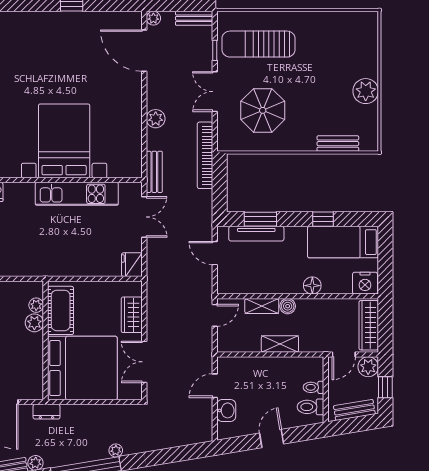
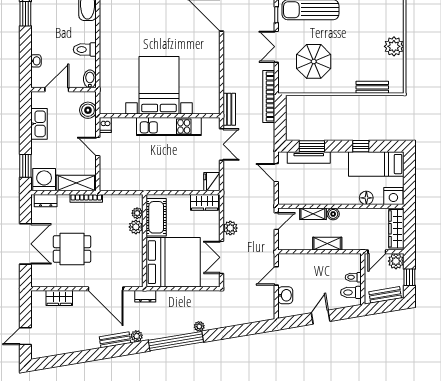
plant: (156, 119) -> (230, 228), moved
floor lamp: (312, 286) -> (366, 198), moved
wardrobe: (132, 315) -> (205, 202), moved, turned -90

